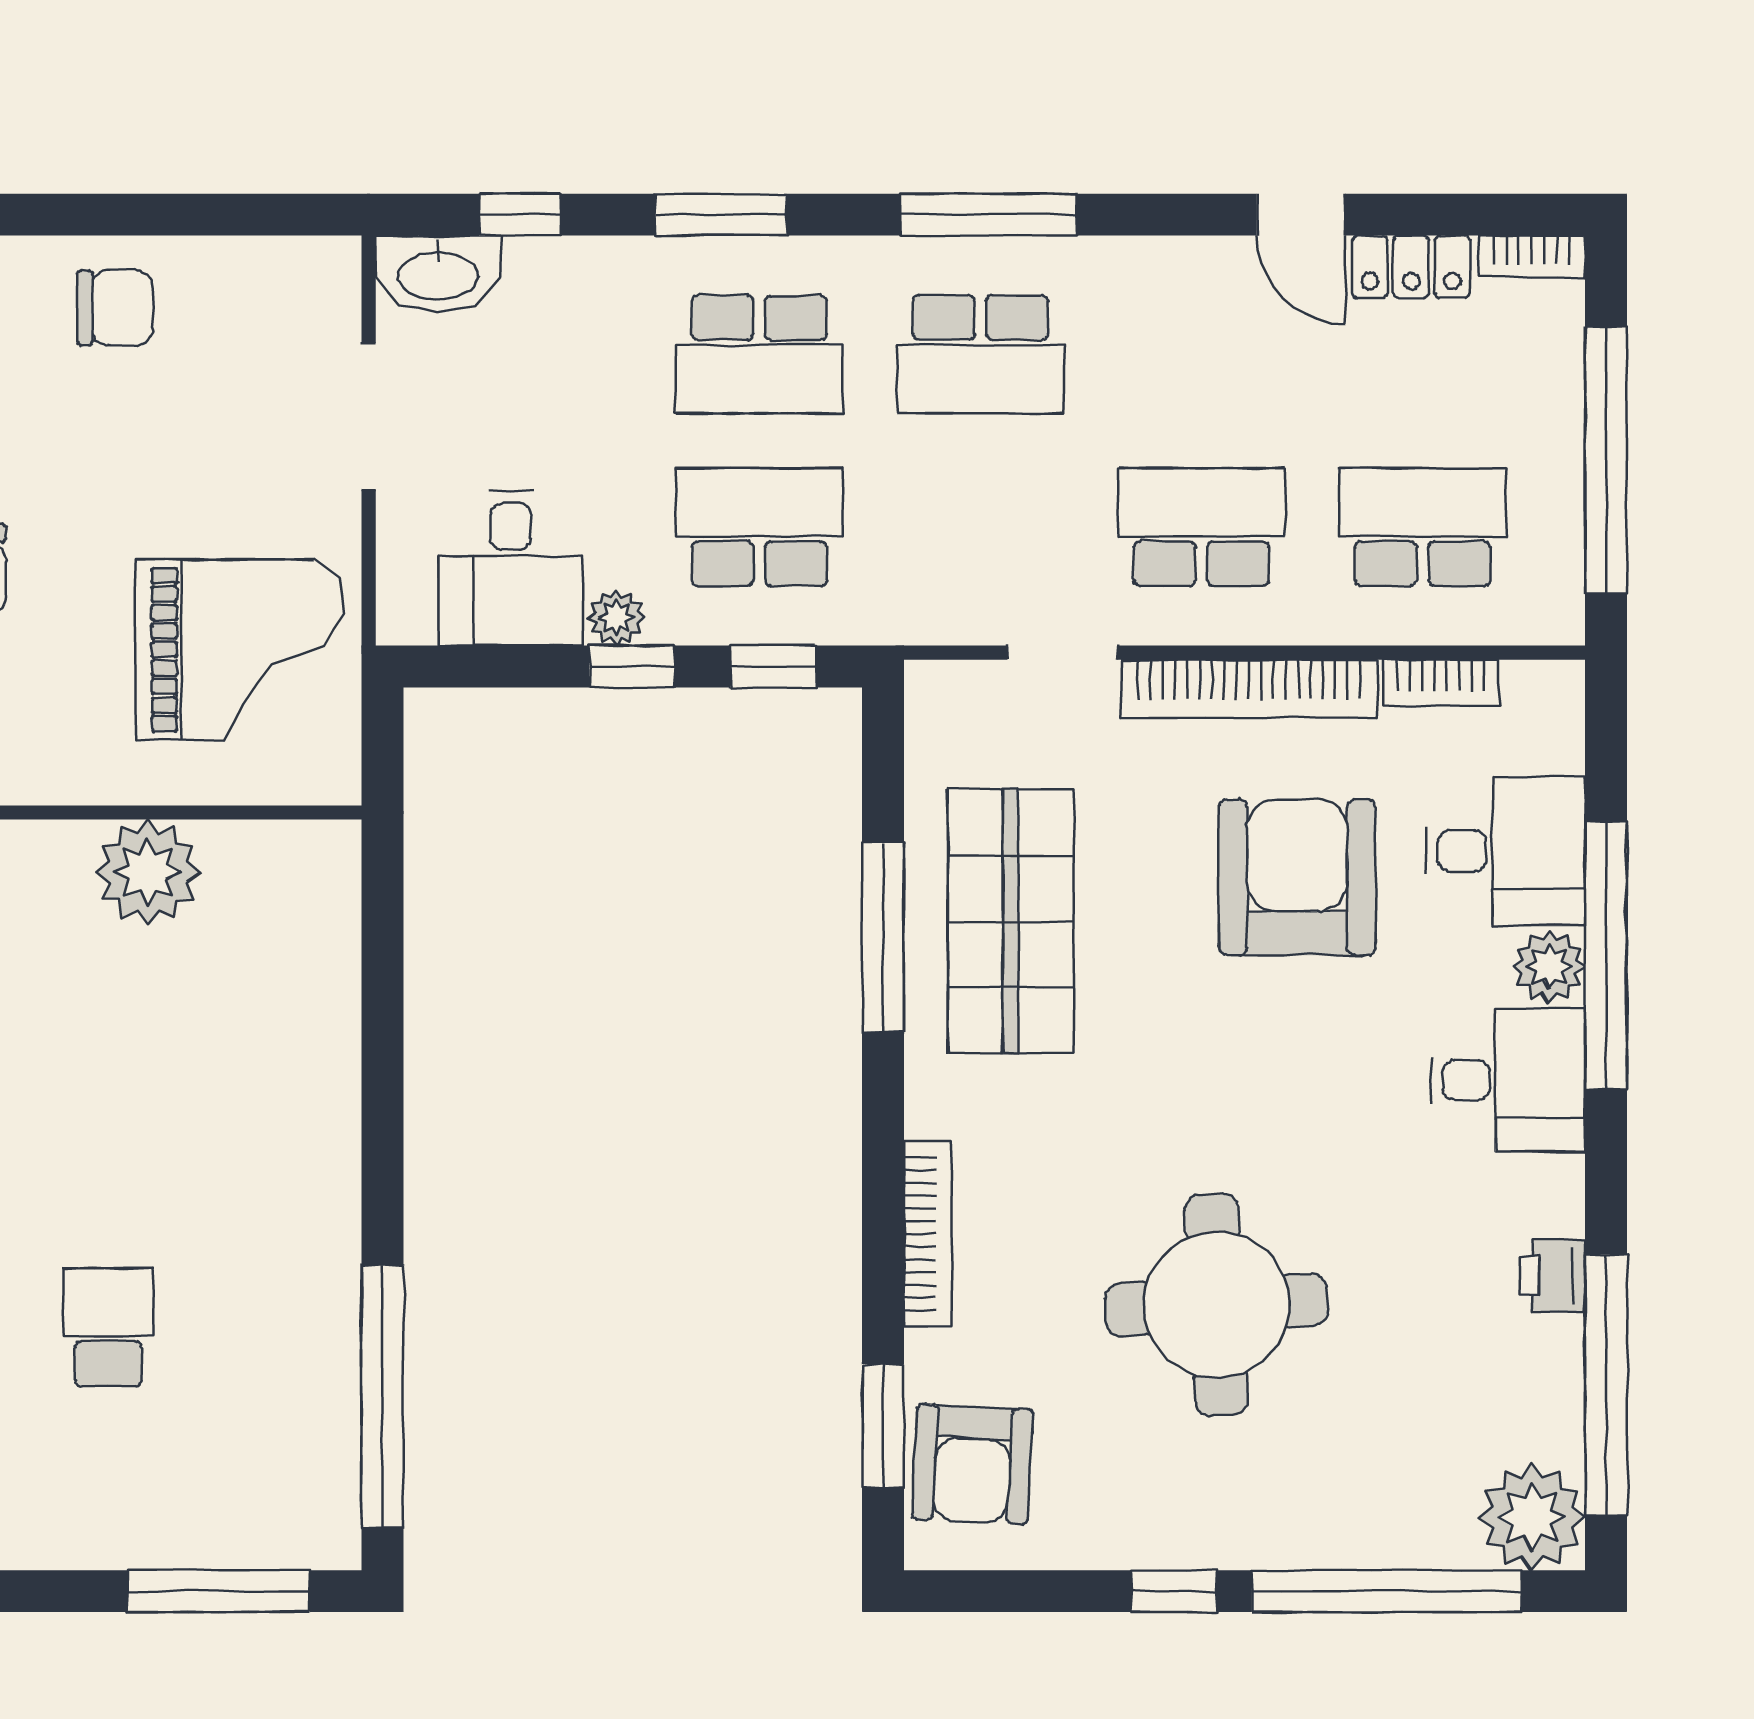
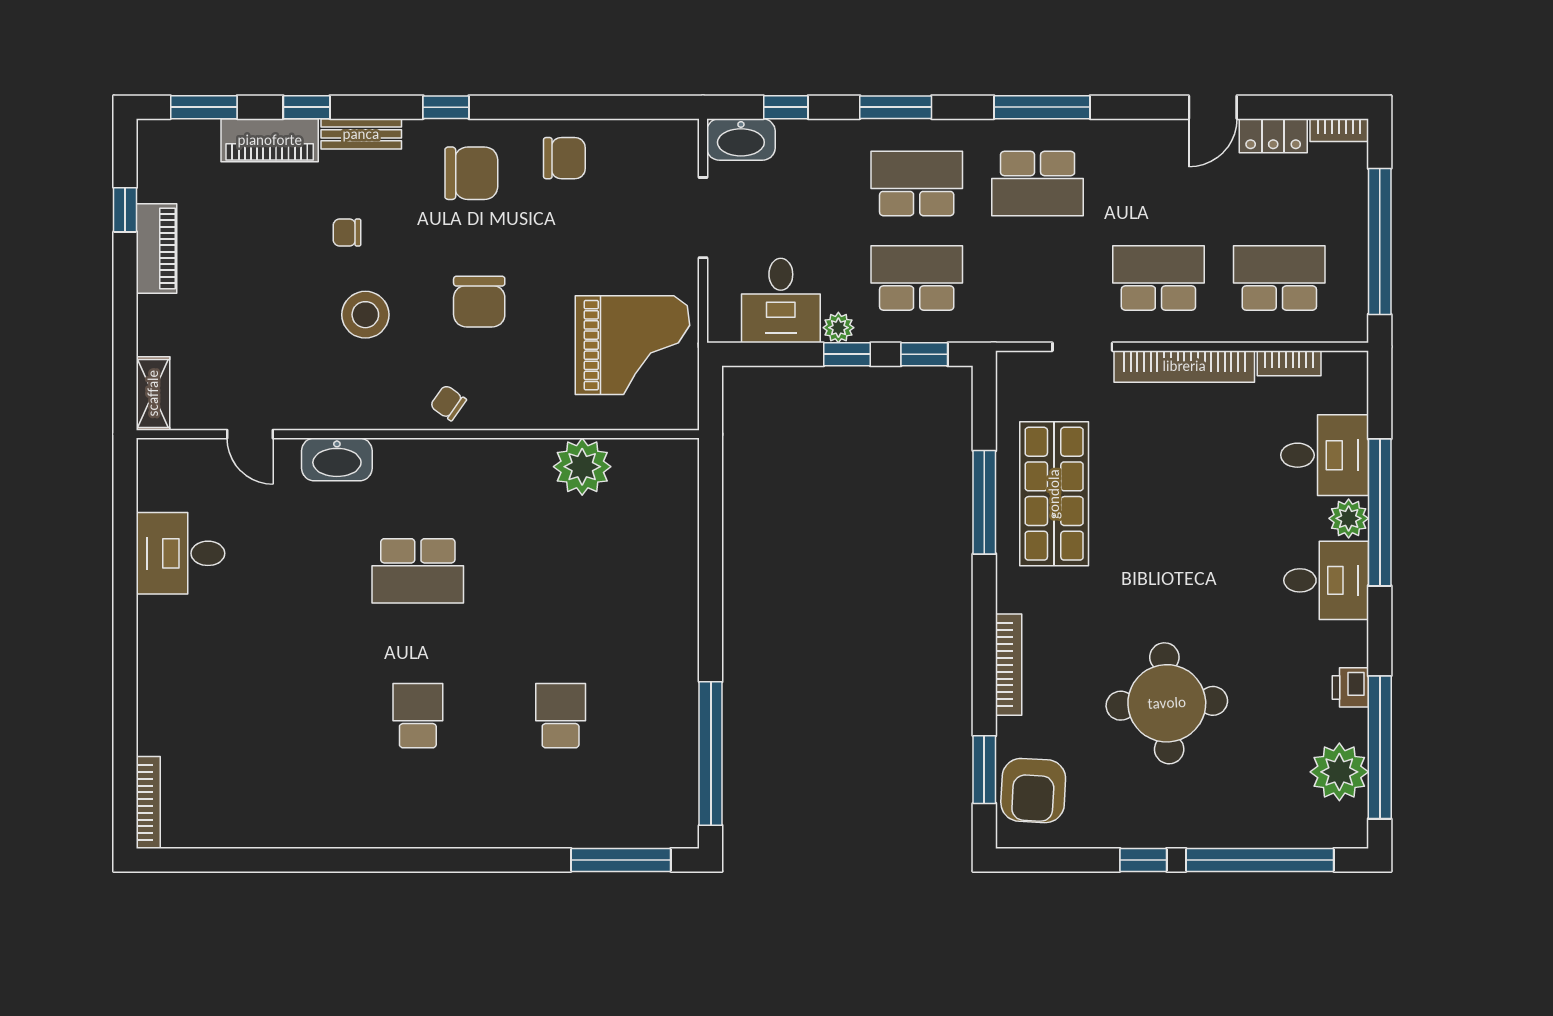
door: (1301, 215) -> (1213, 107), hinge flipped
school desk: (759, 354) -> (917, 184), turned 180
armchair: (1297, 877) -> (1211, 470), removed
plant: (1532, 1517) -> (1339, 772), moved

